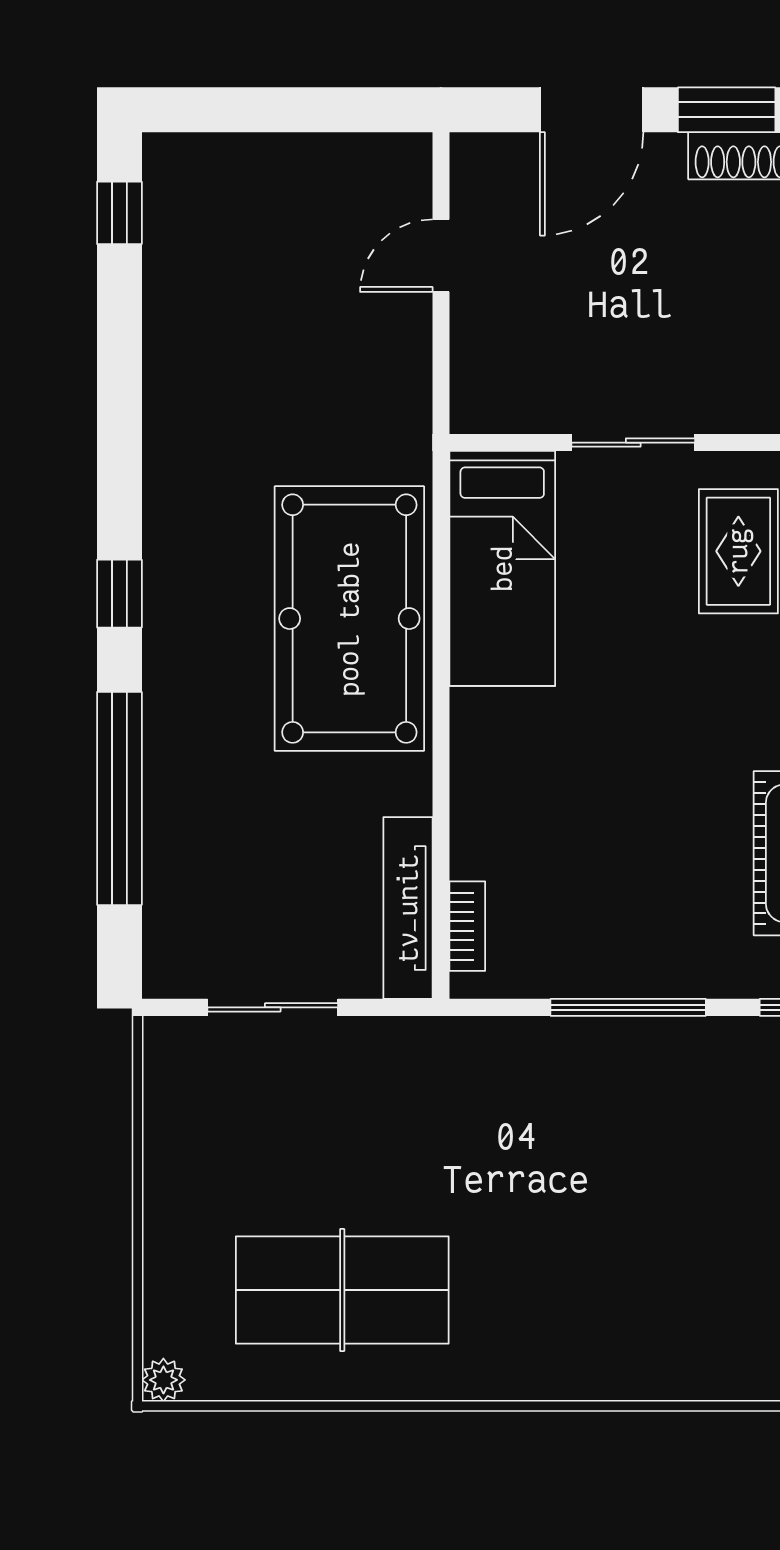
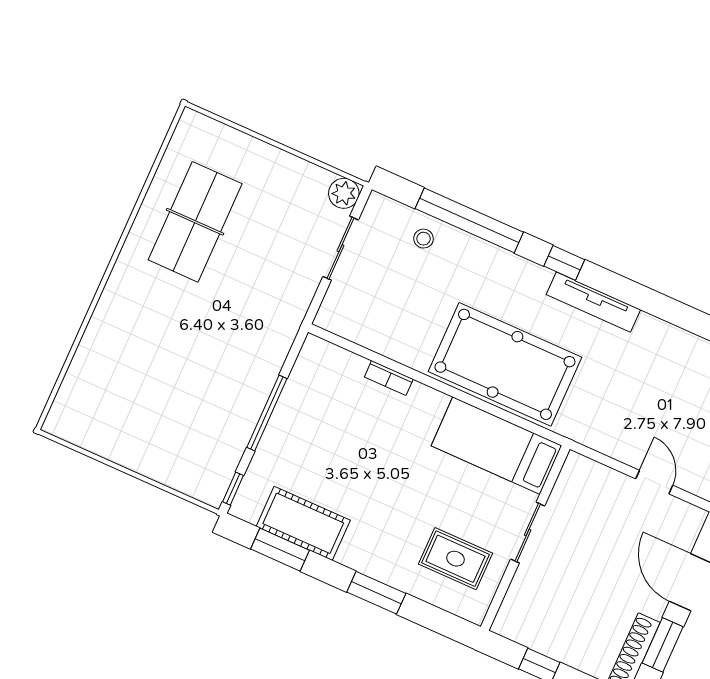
stool: (189, 866) -> (424, 239), added
tv unit: (408, 908) -> (593, 302), moved, turned 180
bookcase: (467, 926) -> (389, 378), moved
plant: (163, 1380) -> (344, 193), moved, width x1.38, depth x1.38

